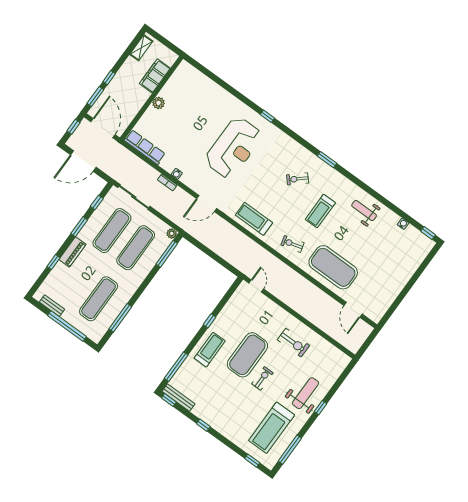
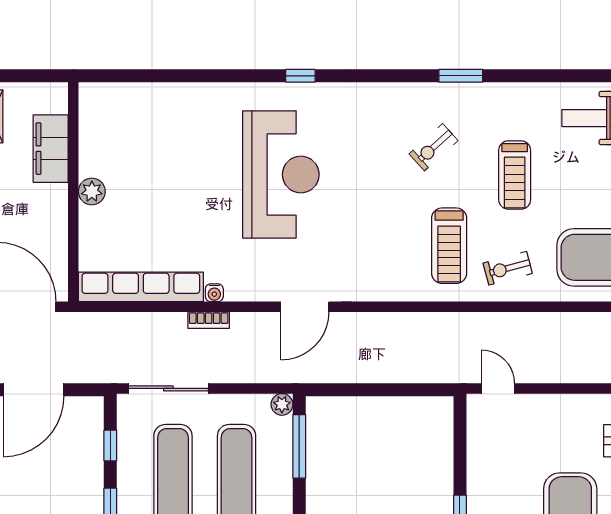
row of seats: (145, 147) -> (141, 287), width x1.36
treadmill: (254, 219) -> (449, 246), moved, turned -90

